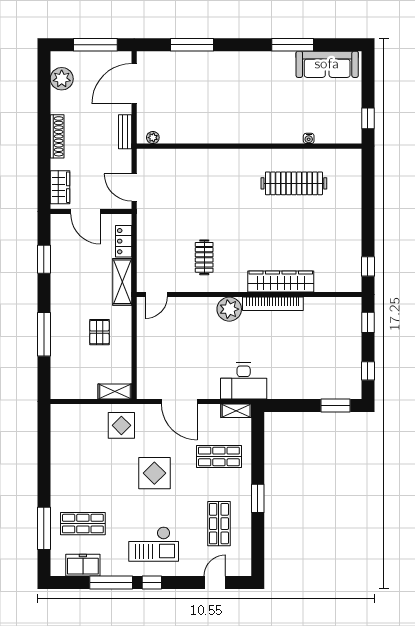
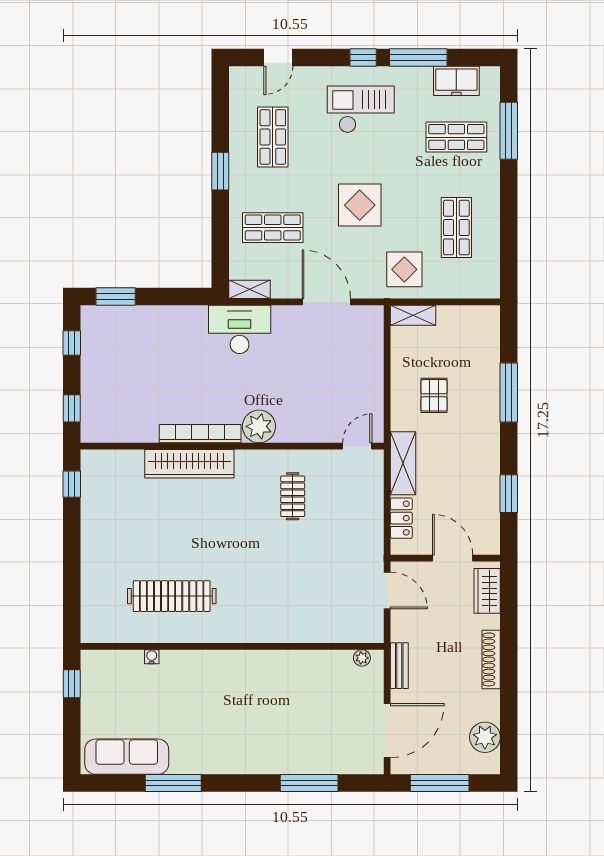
shop shelf: (83, 456) -> (456, 228), added

